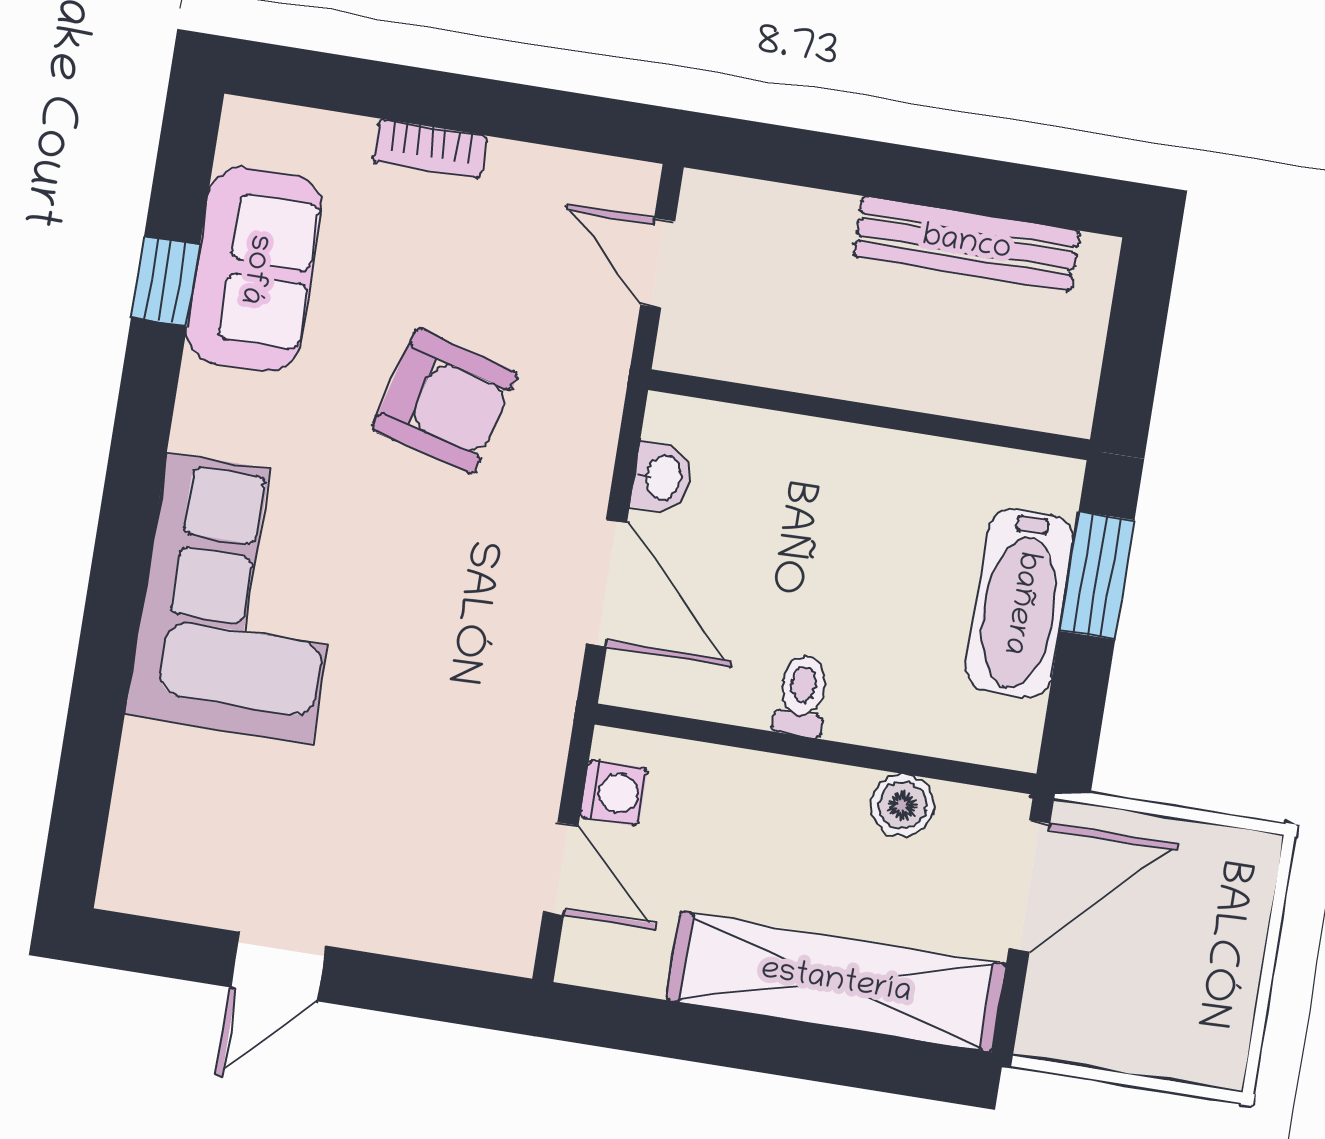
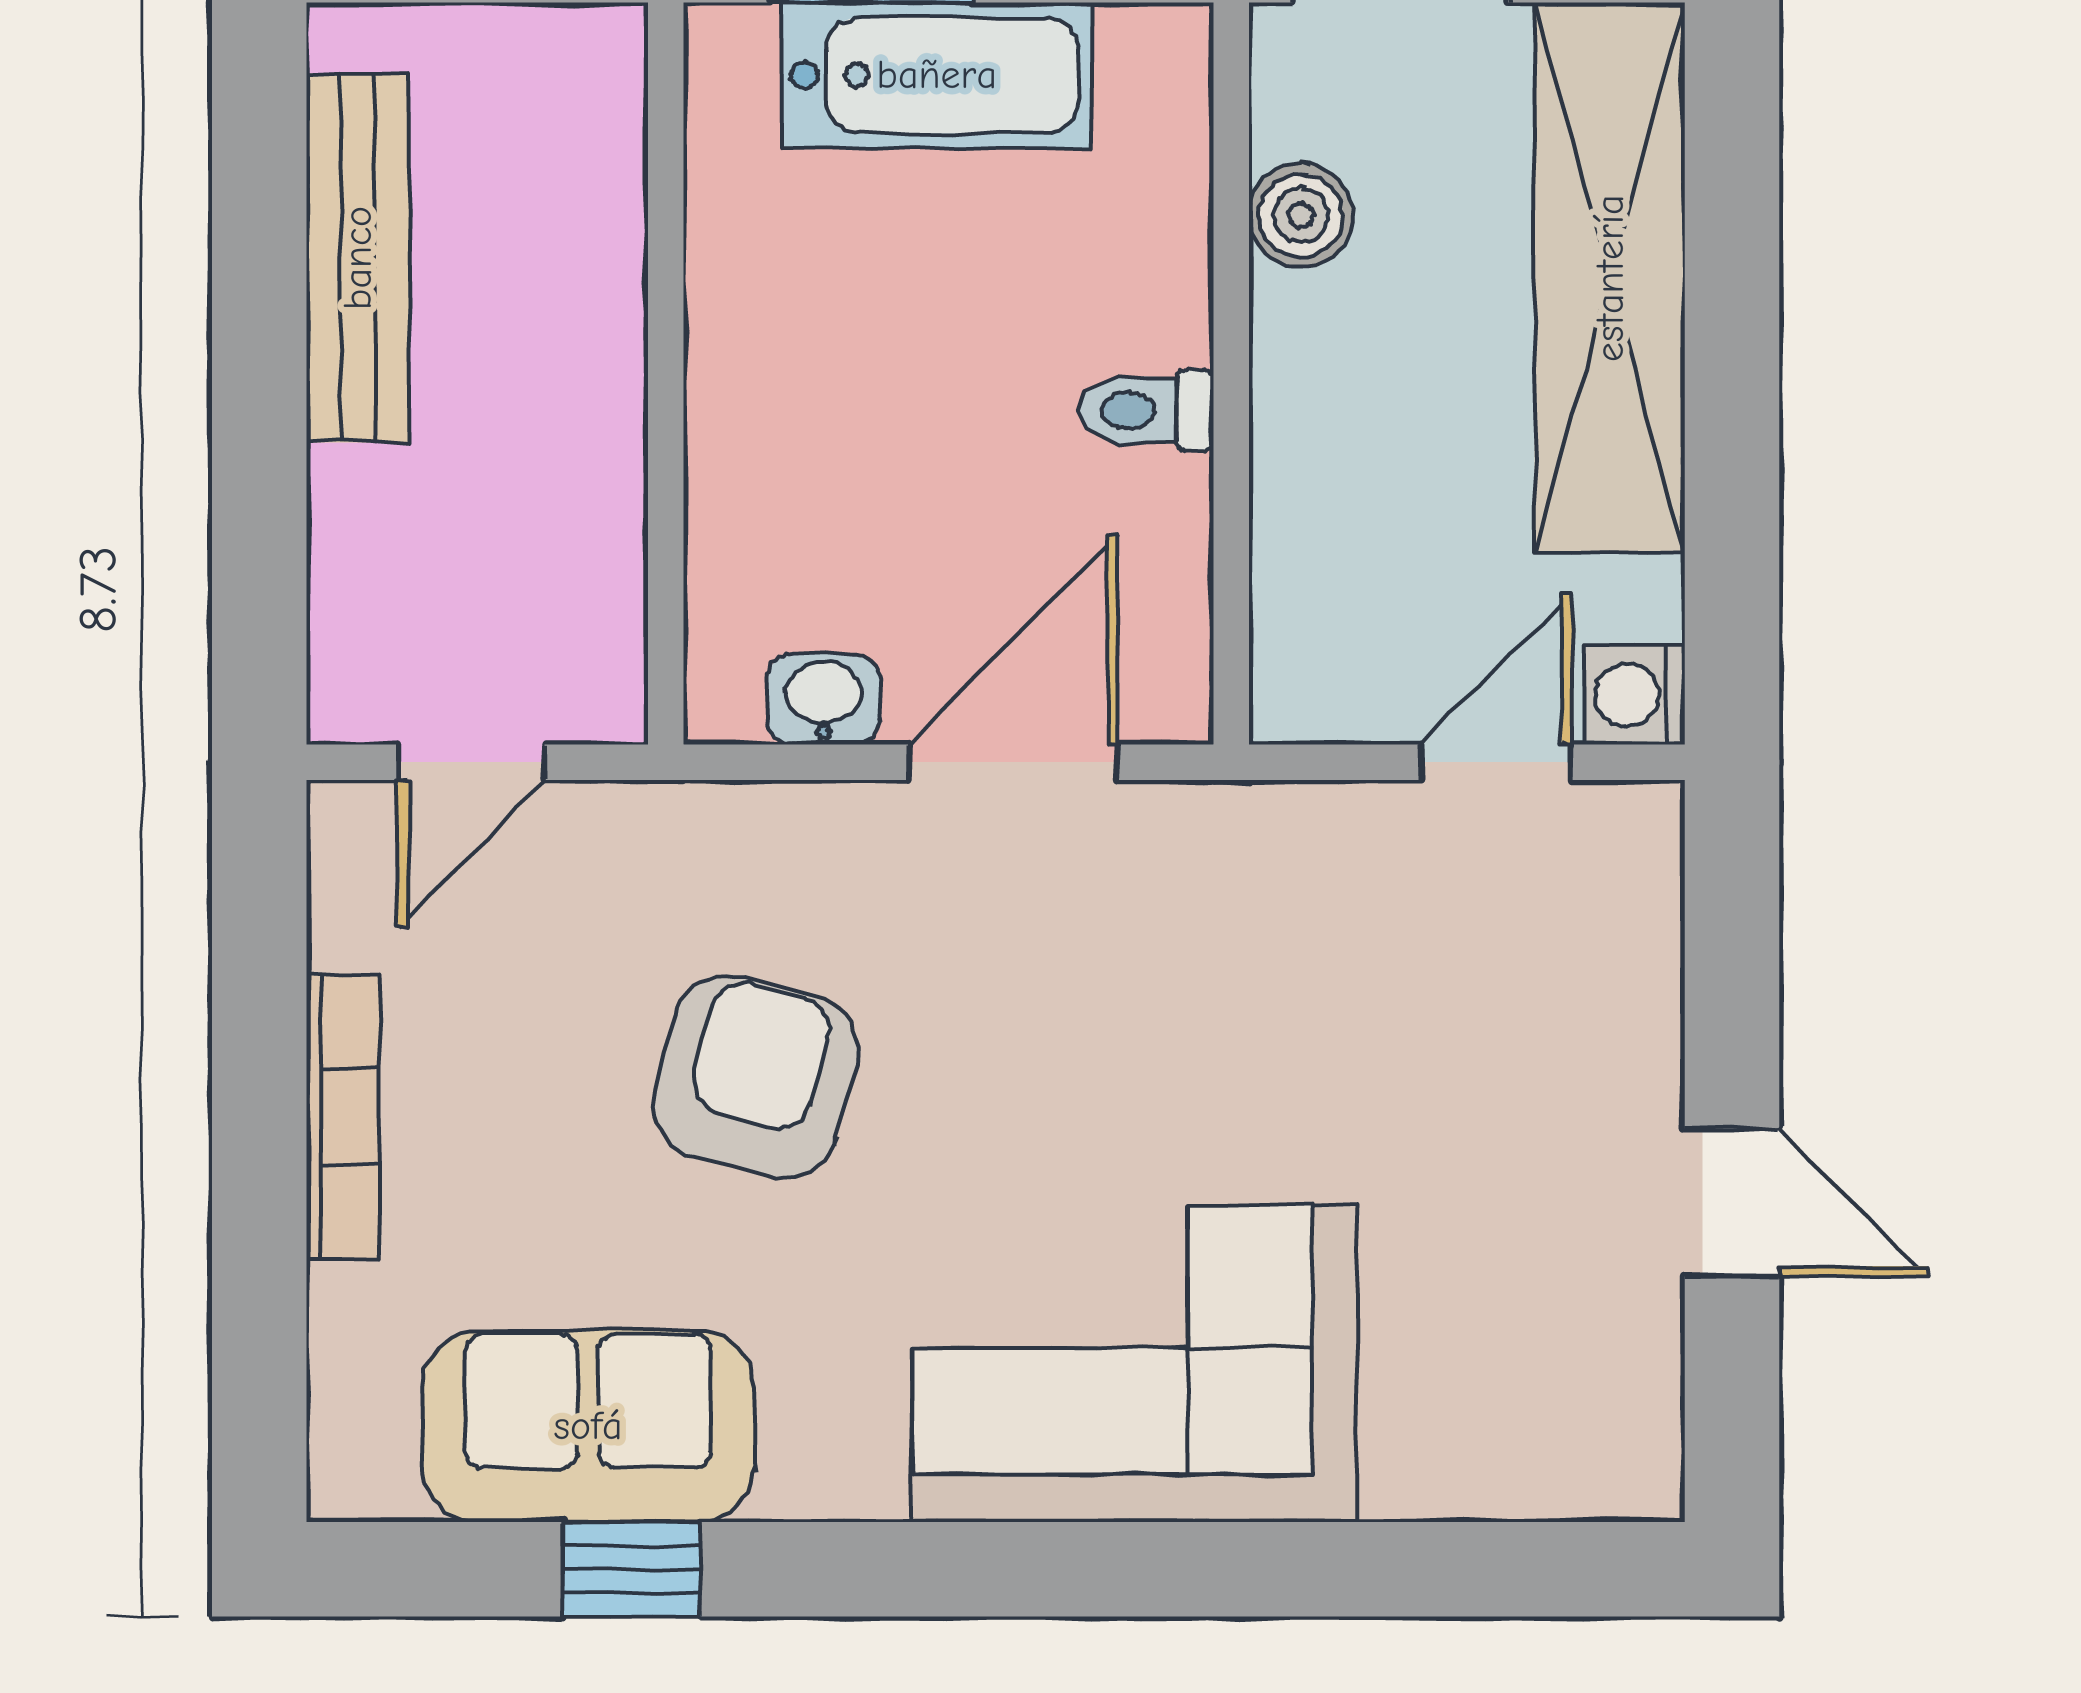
bookcase: (430, 149) -> (343, 1117), width x1.56
washing machine: (614, 793) -> (1635, 695), moved, turned -90

